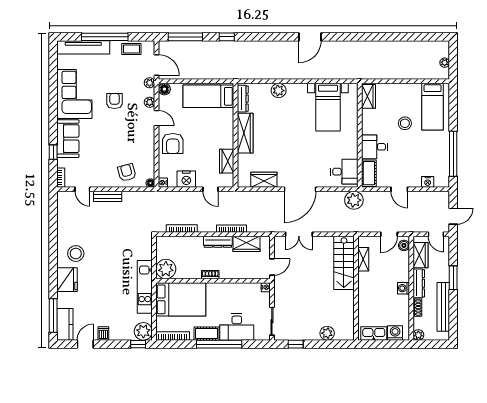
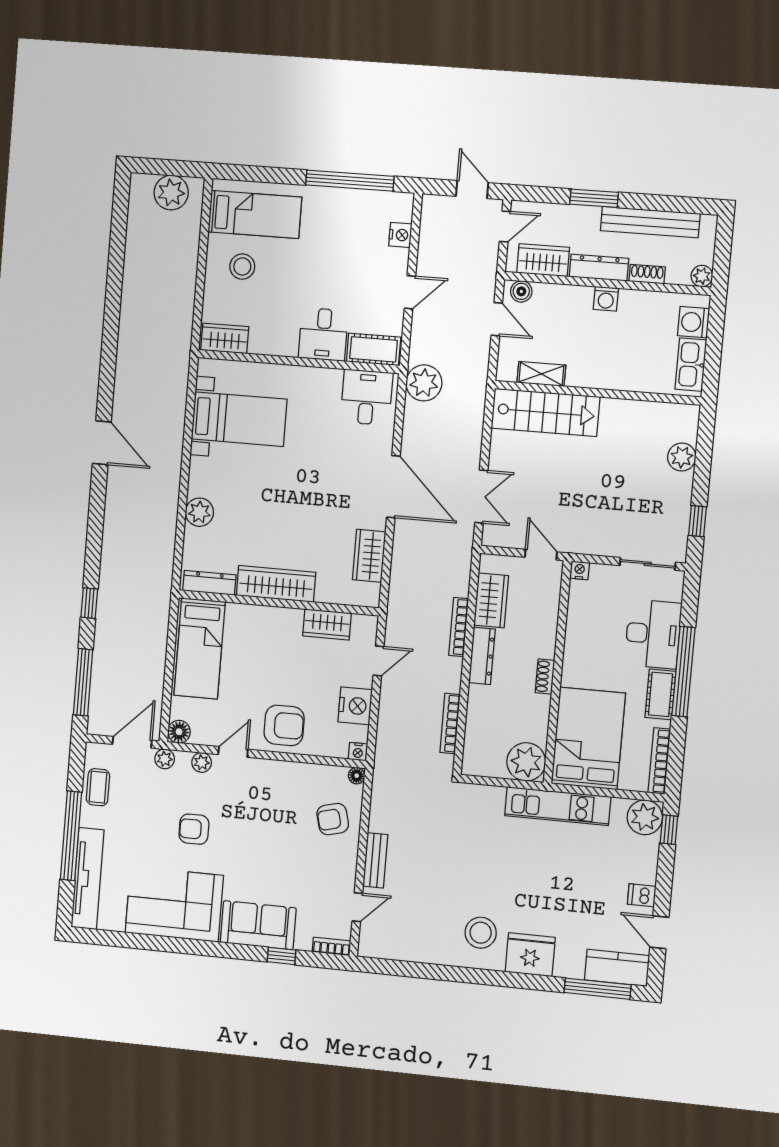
plant: (445, 63) -> (171, 193), width x1.87, depth x1.87
stool: (405, 123) -> (242, 267), moved

